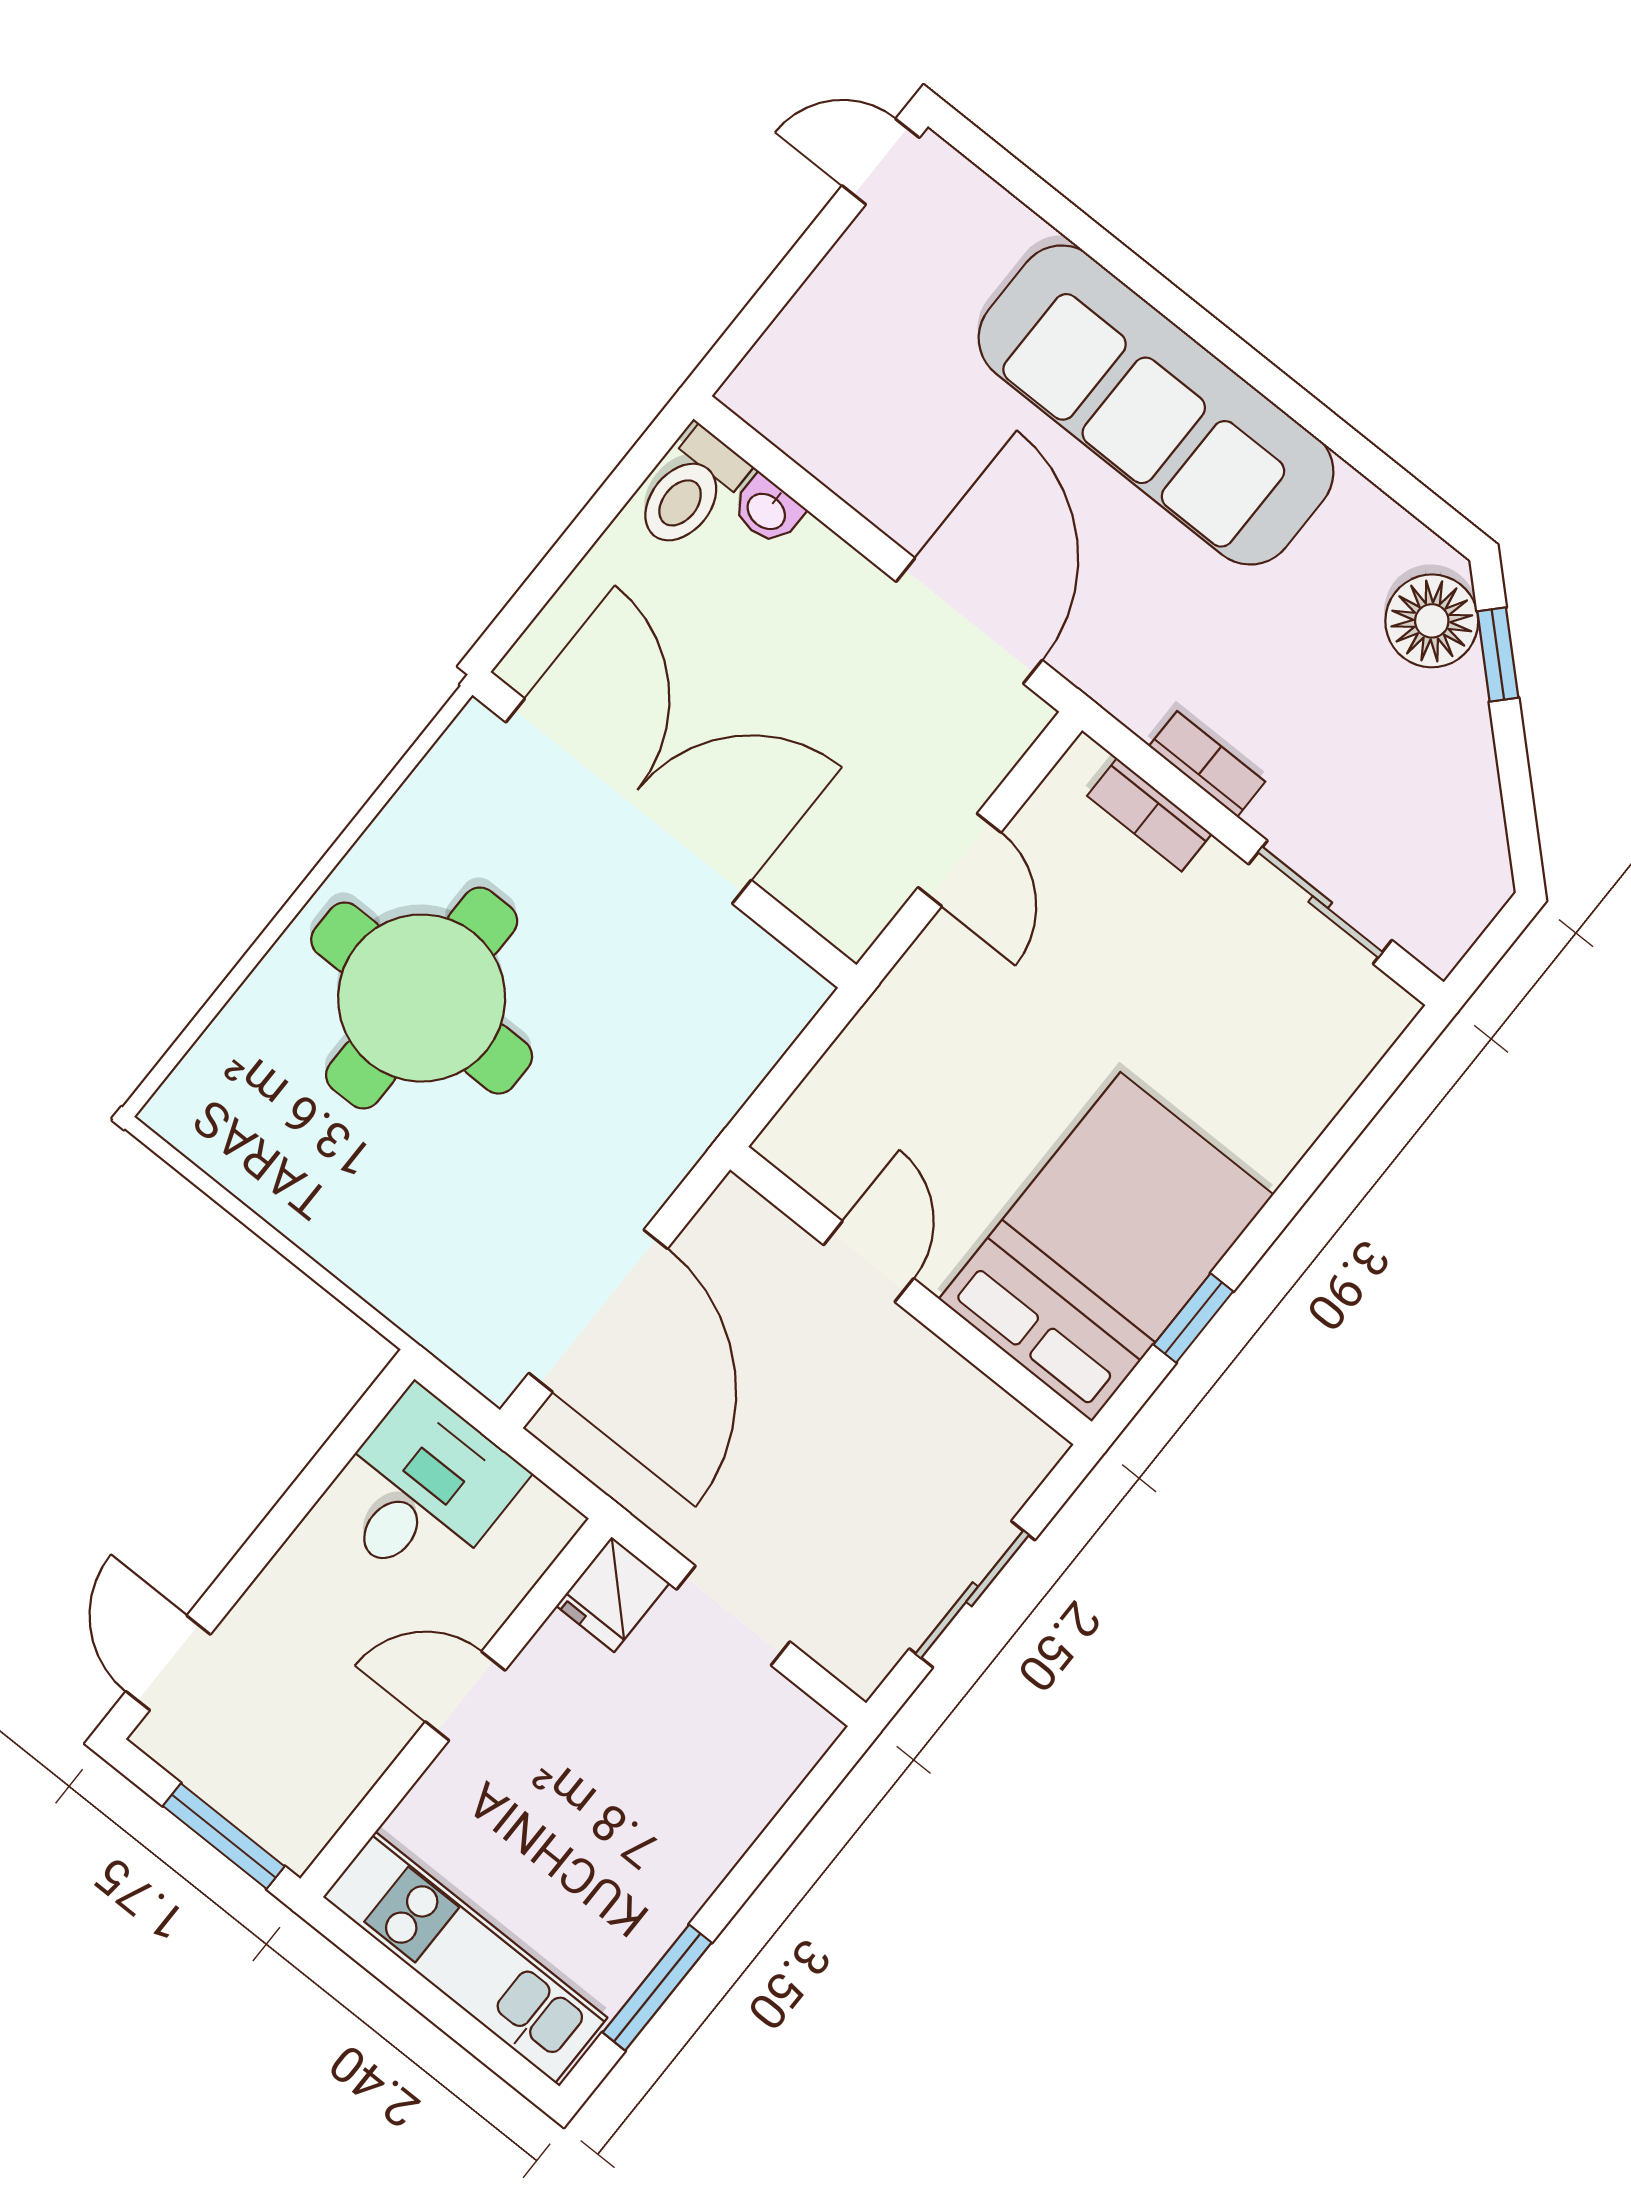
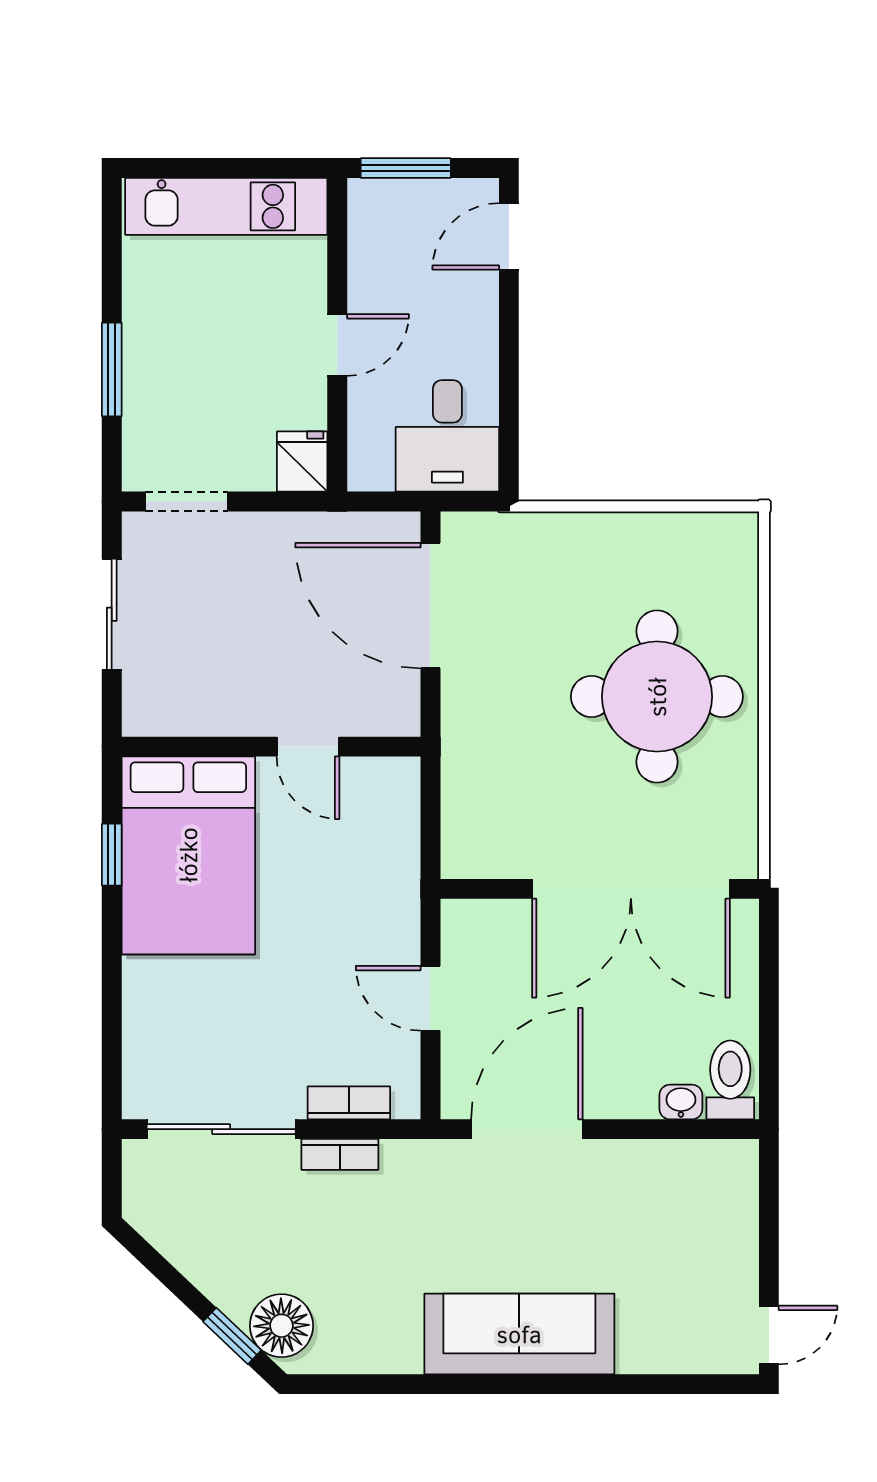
sofa: (1156, 405) -> (519, 1334), width x0.74, depth x0.79
door: (969, 621) -> (527, 1129), swing flipped
sliding door: (1320, 902) -> (221, 1129), width x1.37
doorway: (733, 1616) -> (187, 501), moved
door: (168, 1663) -> (509, 236), swing flipped
window: (657, 1988) -> (112, 369), moved

